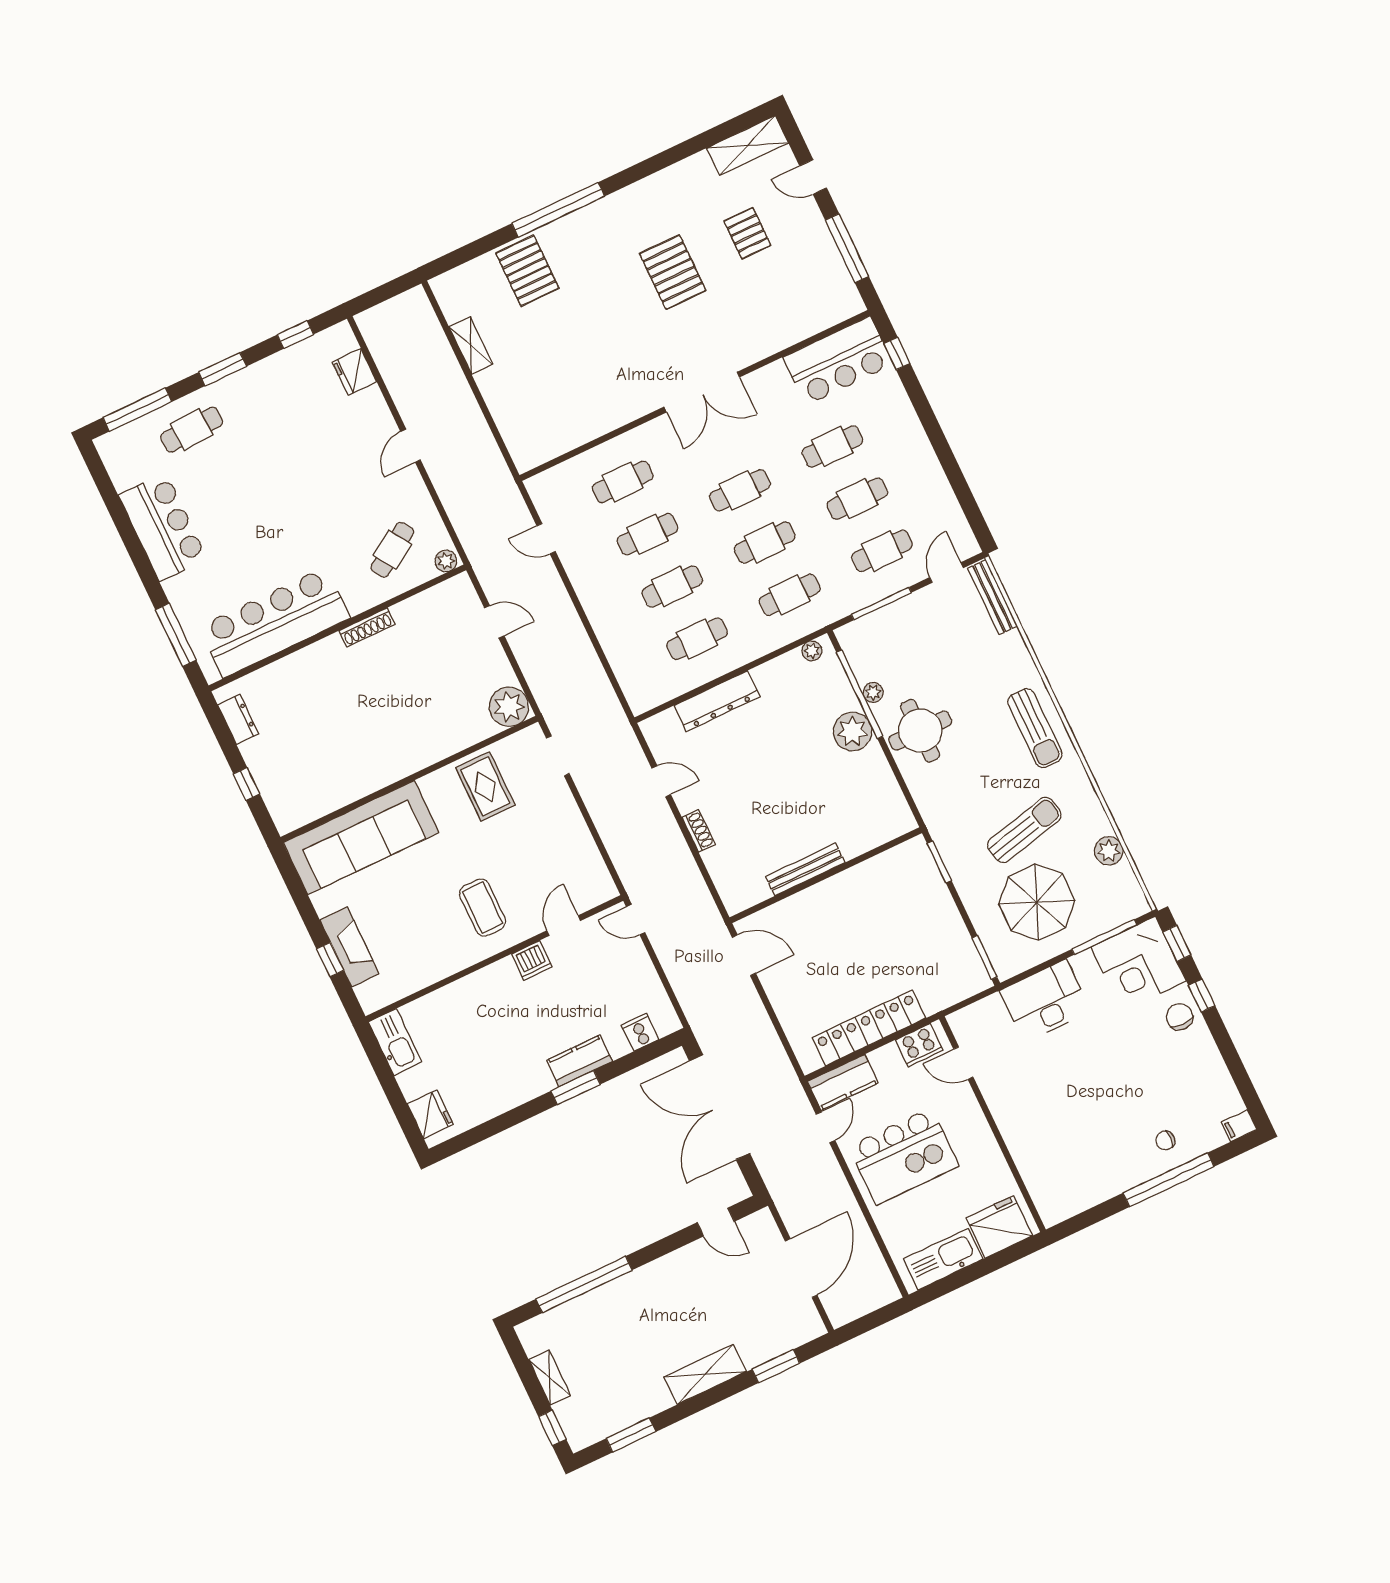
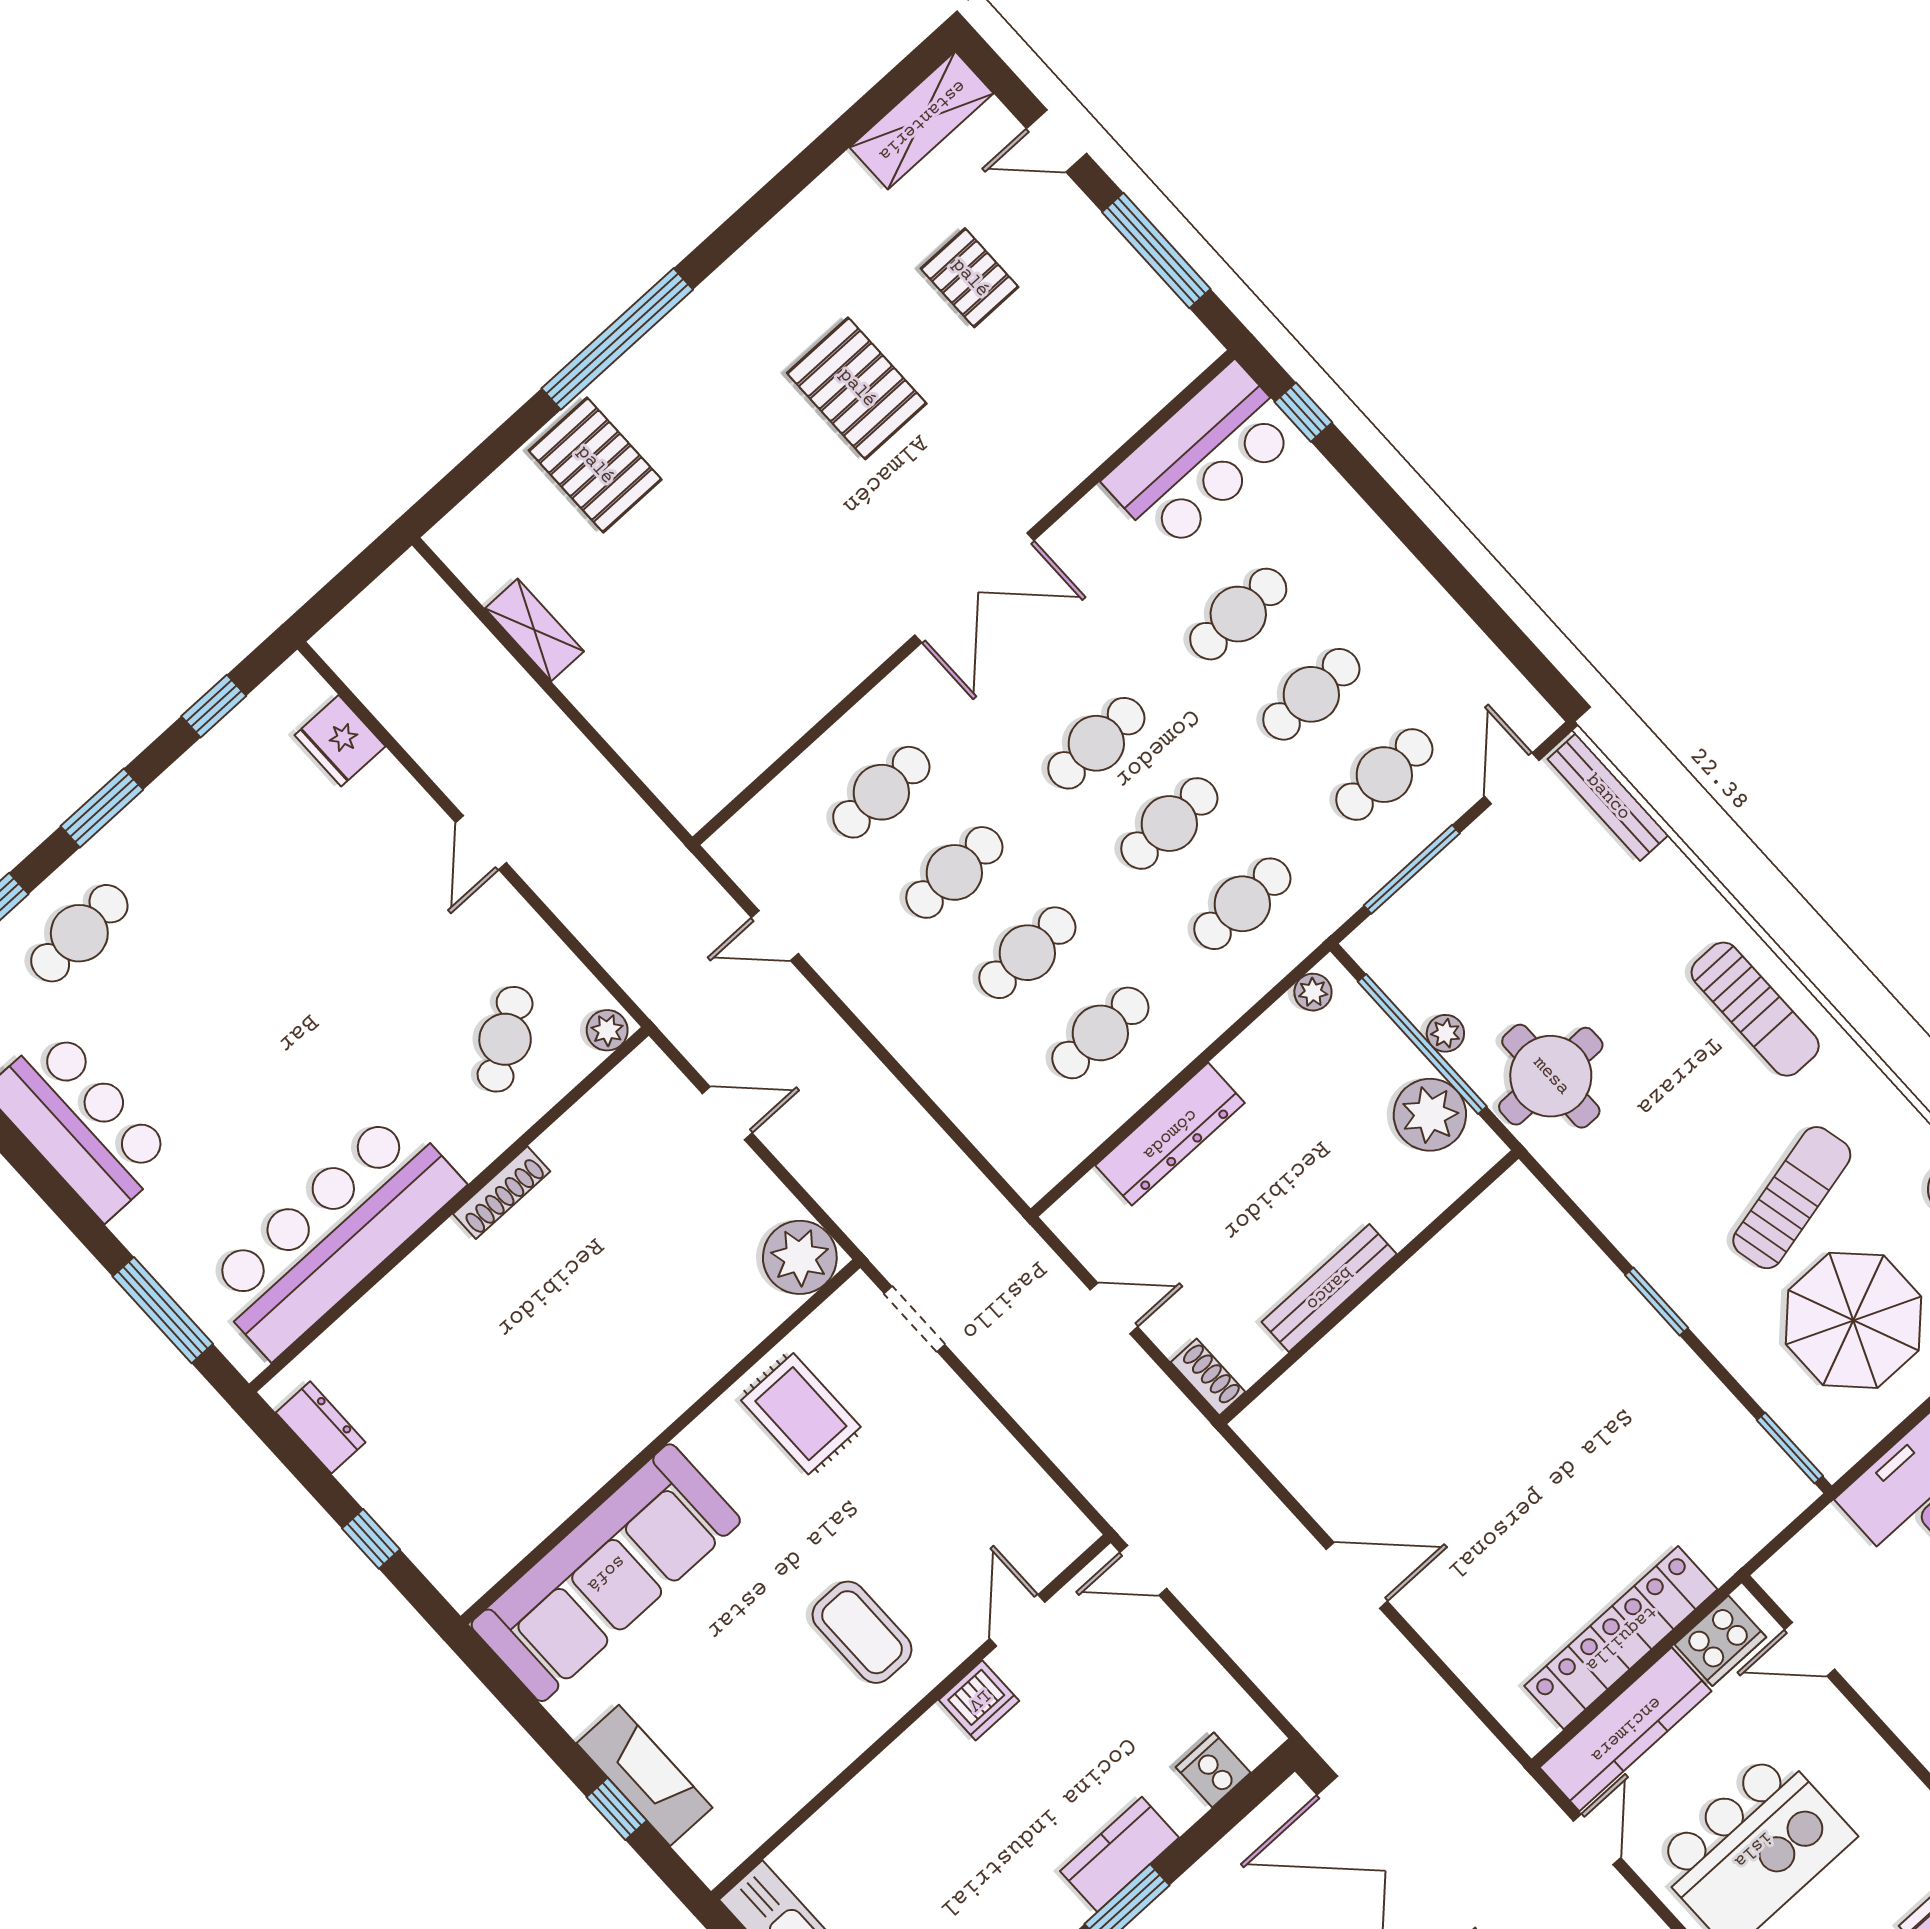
bench: (805, 870) -> (1329, 1288), moved
wall: (826, 875) -> (1369, 1287), moved
kitchen counter: (843, 1082) -> (1626, 1729), width x1.50

